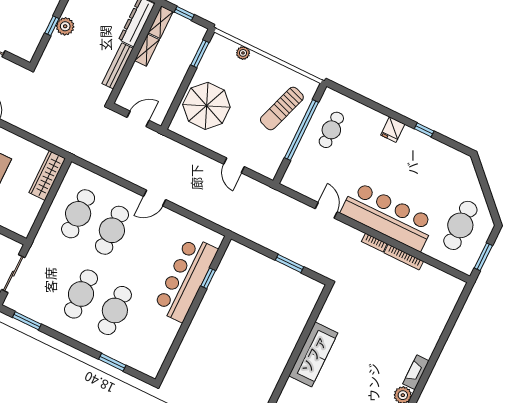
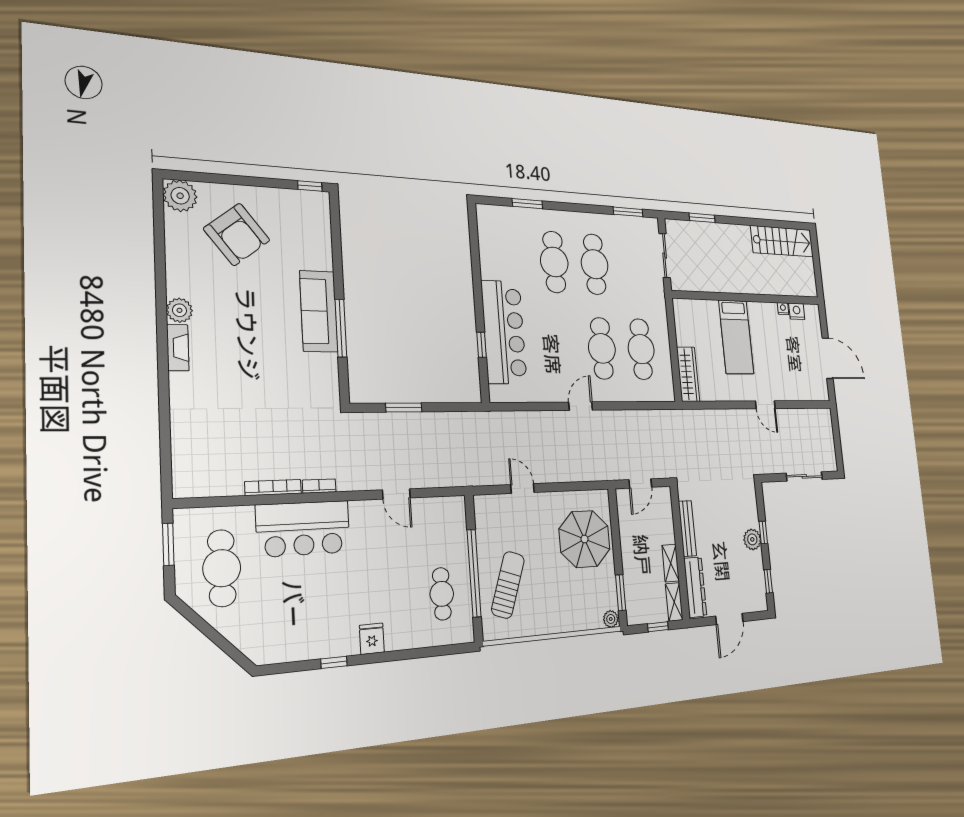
plant: (243, 53) -> (611, 619), moved
bar counter: (388, 216) -> (303, 529), width x0.73
window: (304, 336) -> (341, 328), added

